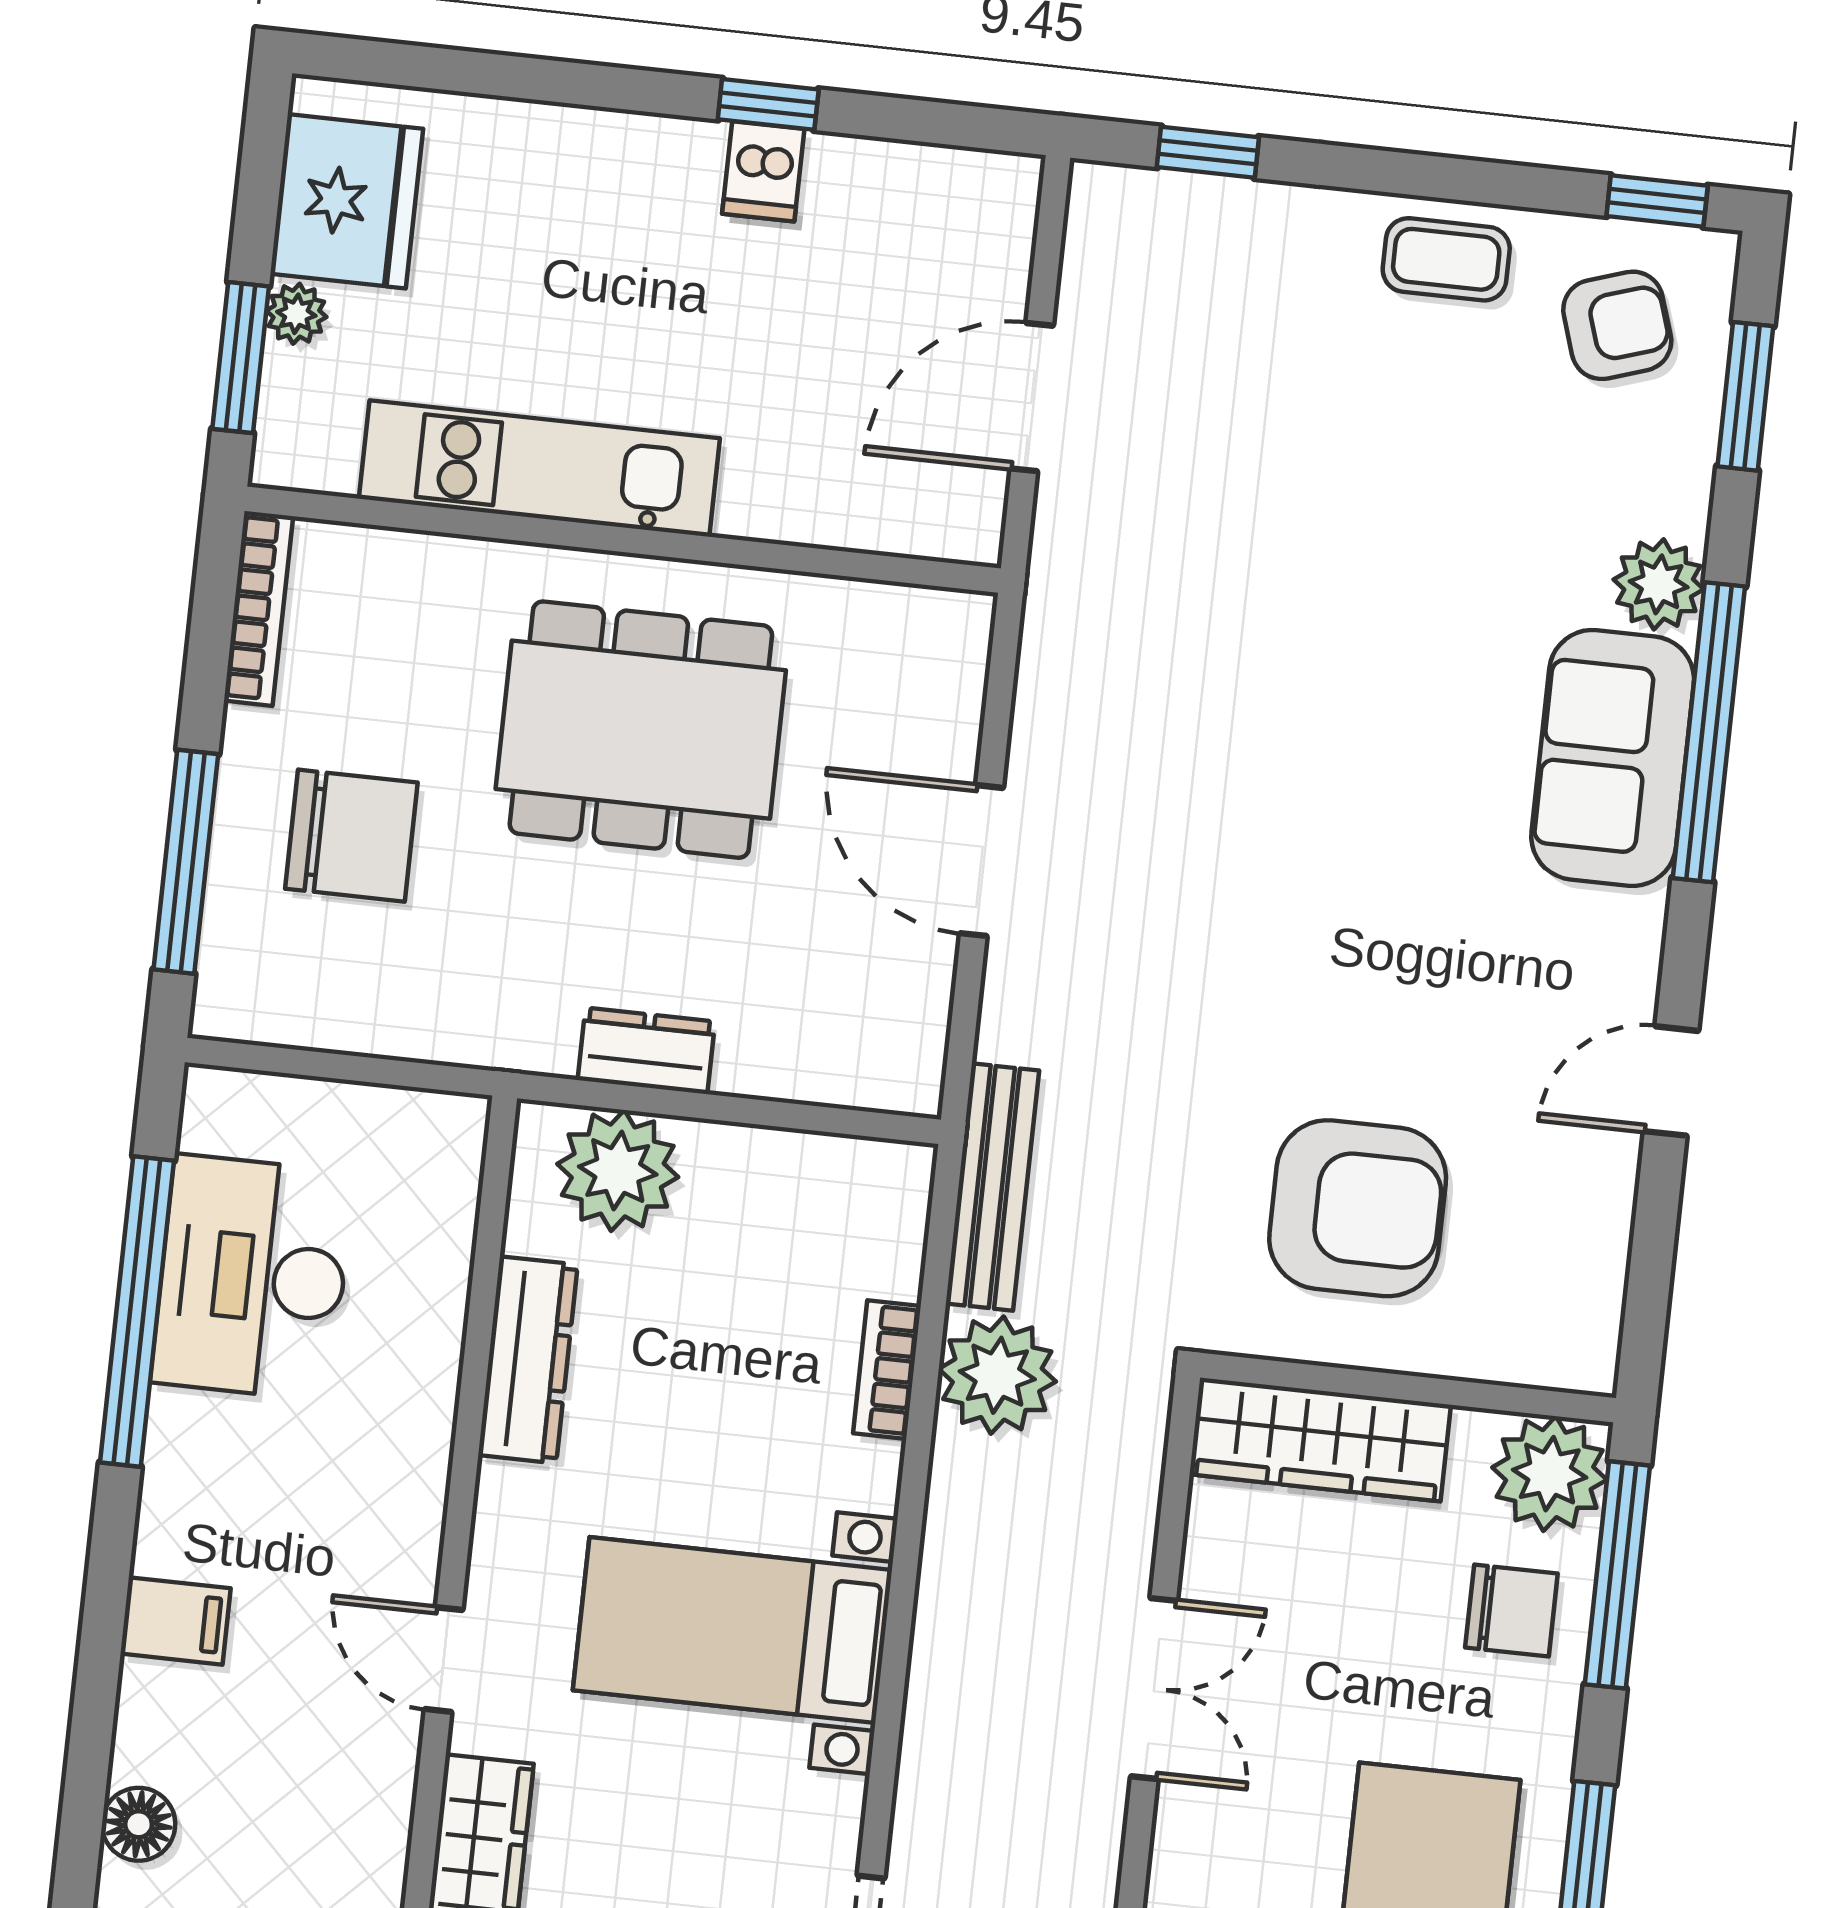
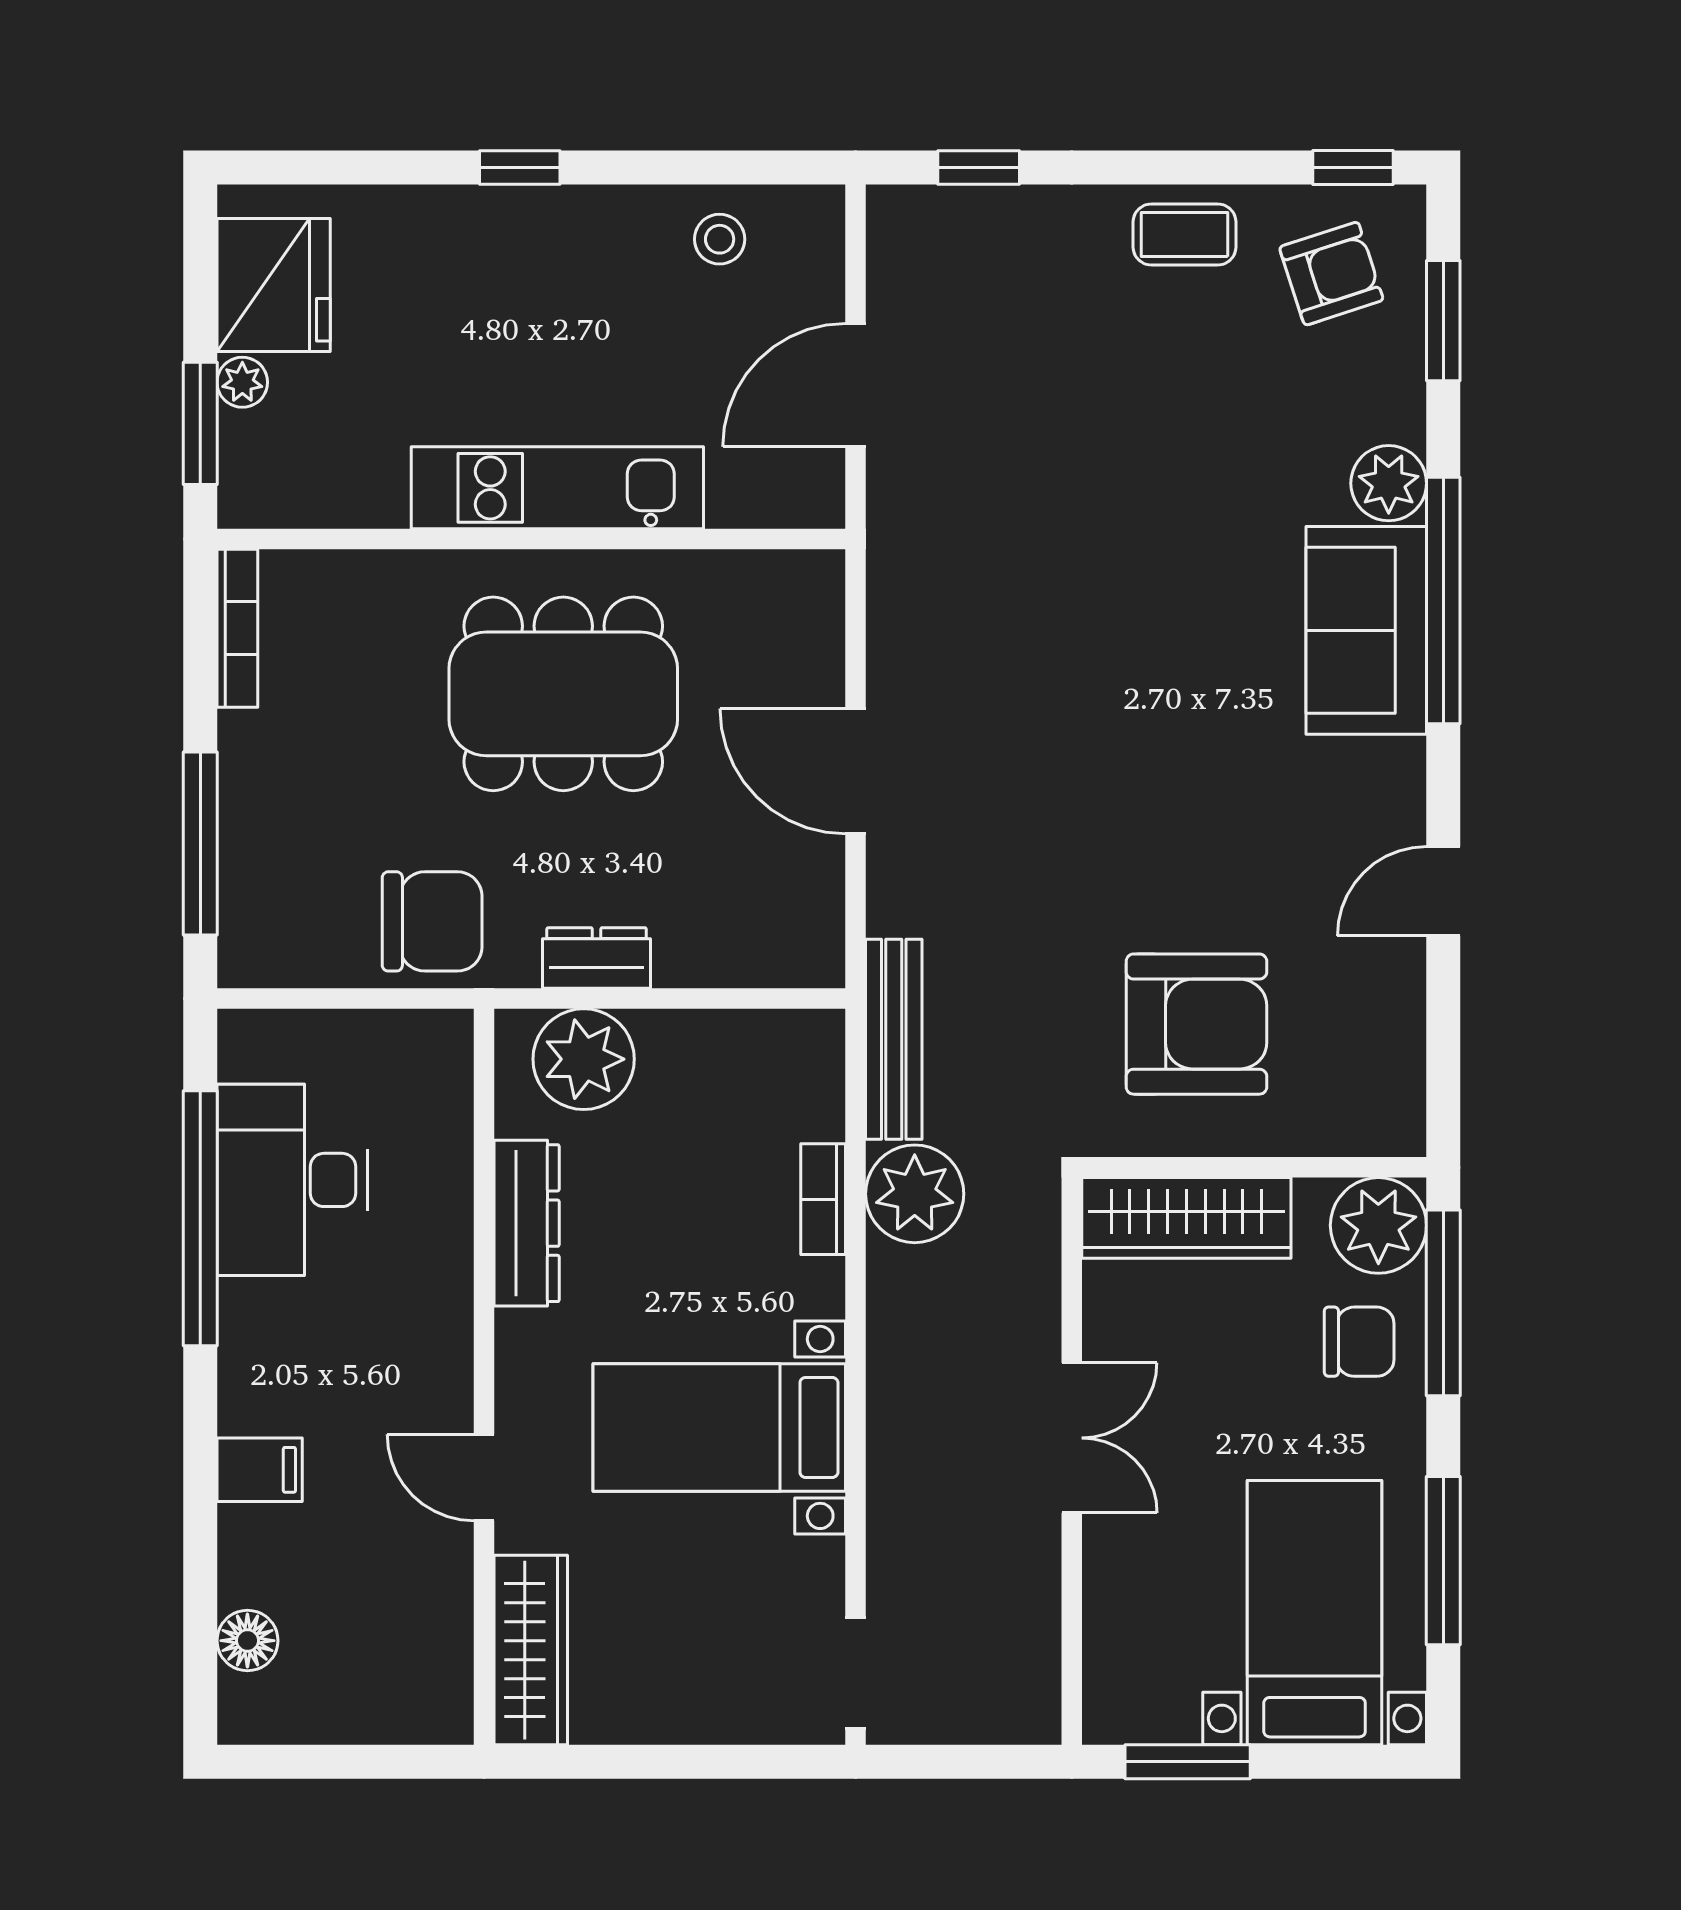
window: (768, 104) -> (520, 168), moved
dishwasher: (763, 171) -> (614, 223), removed
stool: (888, 204) -> (720, 239), added
kitchen unit: (539, 468) -> (557, 488), moved
chair: (351, 836) -> (432, 921), moved

